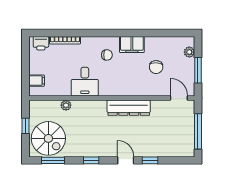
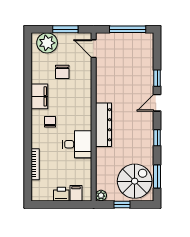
printer: (41, 43) -> (61, 194), moved, turned -90
plant: (189, 52) -> (47, 43), width x1.87, depth x1.87
chair: (156, 67) -> (62, 72), turned 87
door: (179, 98) -> (94, 49), hinge flipped
plant: (66, 105) -> (101, 195), moved
dresser: (129, 108) -> (103, 125), moved

